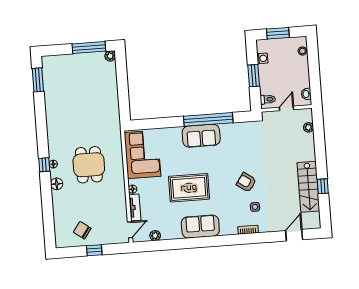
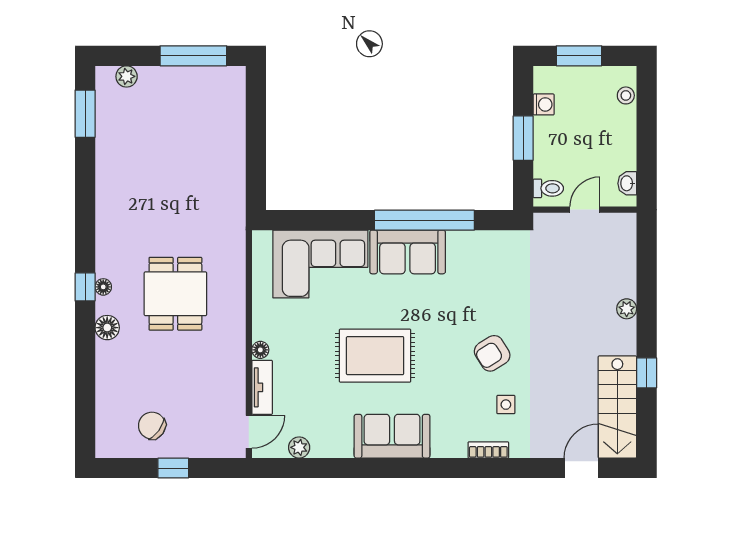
plant: (110, 56) -> (127, 76), moved
plant: (309, 127) -> (627, 309), moved
corner sofa: (142, 154) -> (320, 264), moved, turned 90
armchair: (246, 182) -> (492, 353), turned -67
stairs: (308, 187) -> (617, 407), moved

